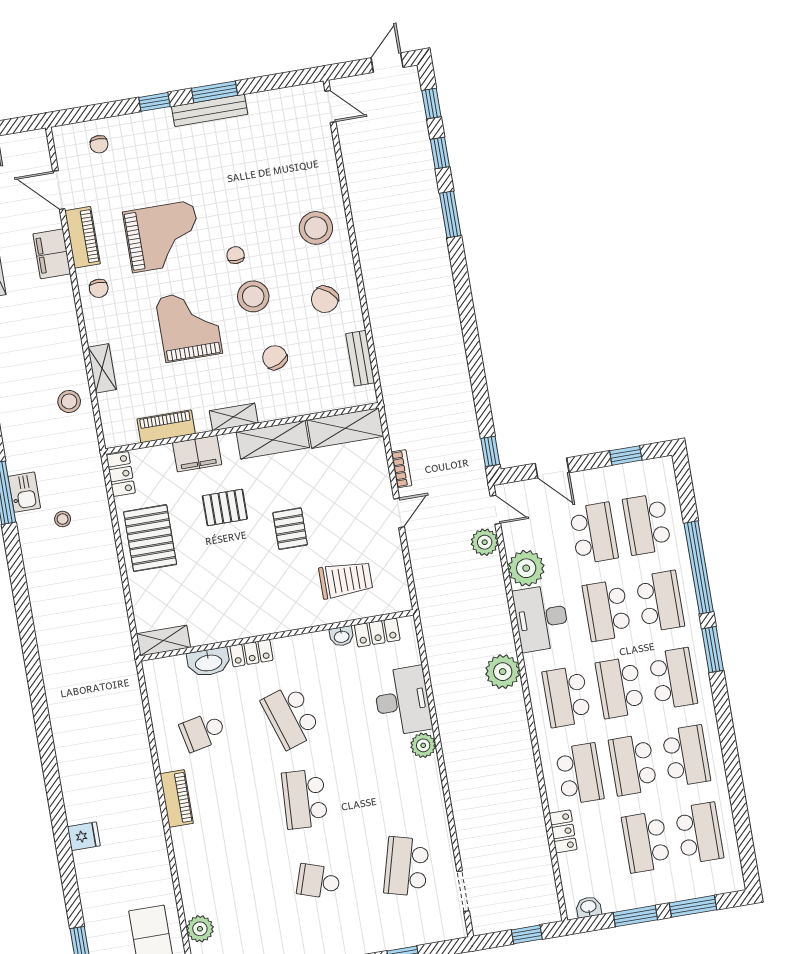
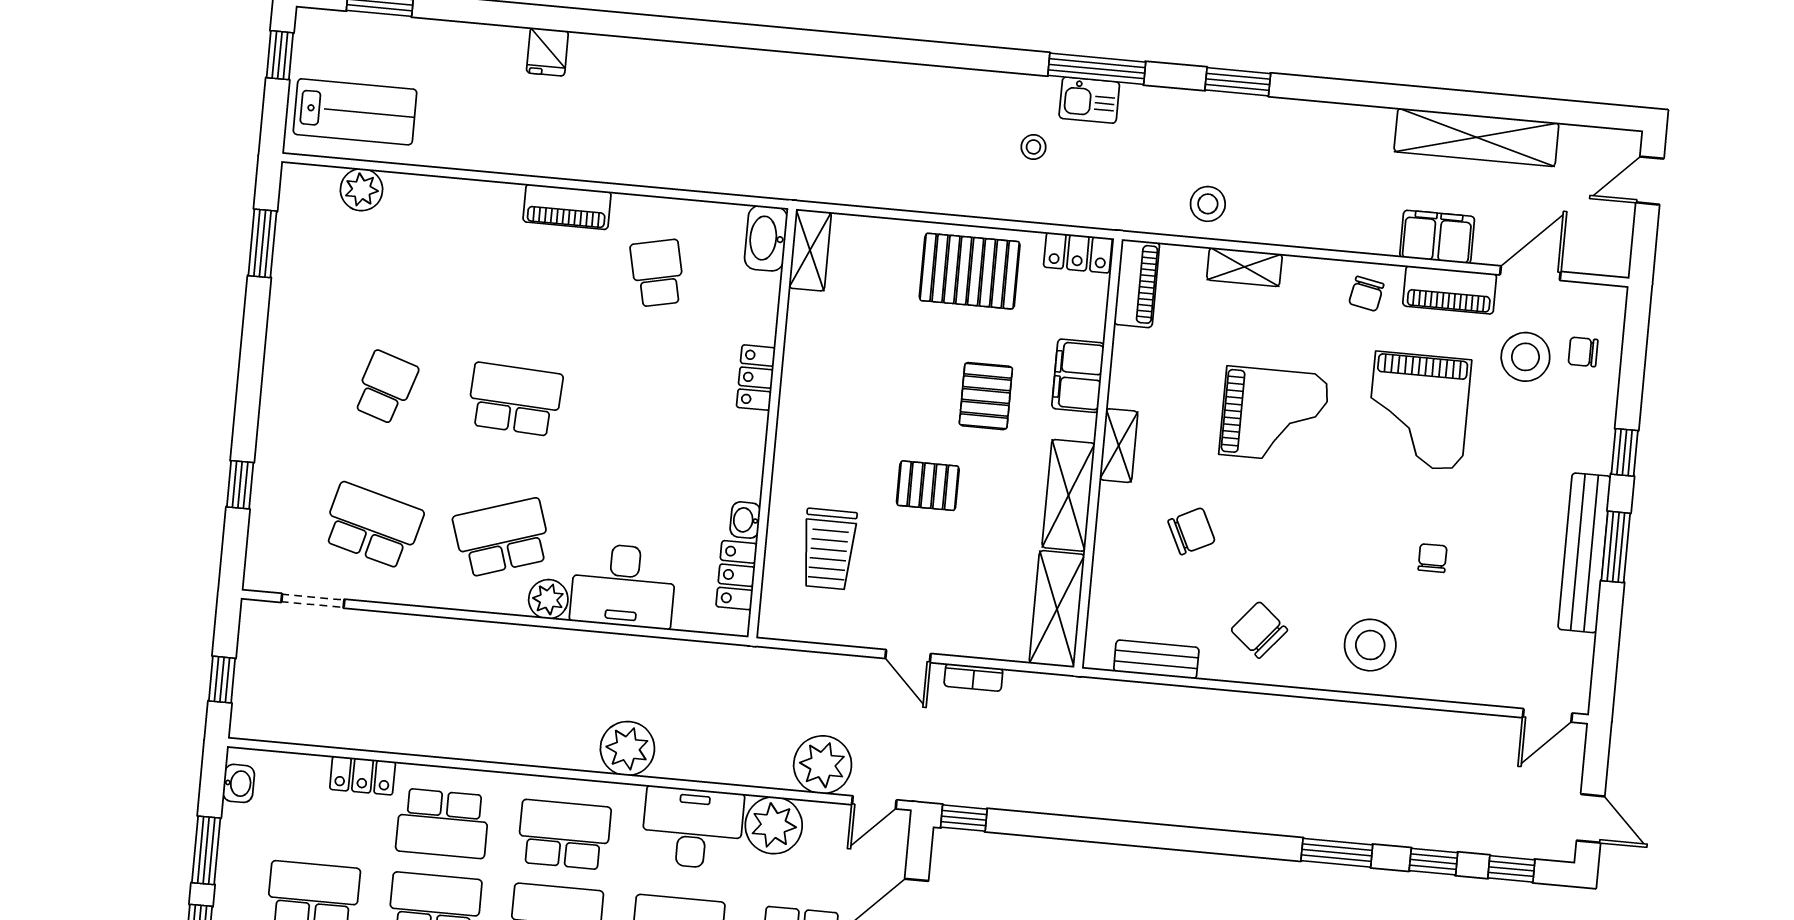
bench: (210, 110) -> (1584, 553), width x1.37, depth x1.21
chair: (236, 255) -> (1432, 558), moved, turned -90
chair: (99, 288) -> (1366, 294), turned -79
stool: (253, 296) -> (1525, 357), moved
piano: (166, 426) -> (1137, 283), moved
plant: (485, 542) -> (823, 765), width x1.36, depth x1.36
washbasin: (208, 662) -> (766, 238), moved
school desk: (291, 717) -> (502, 538), moved

